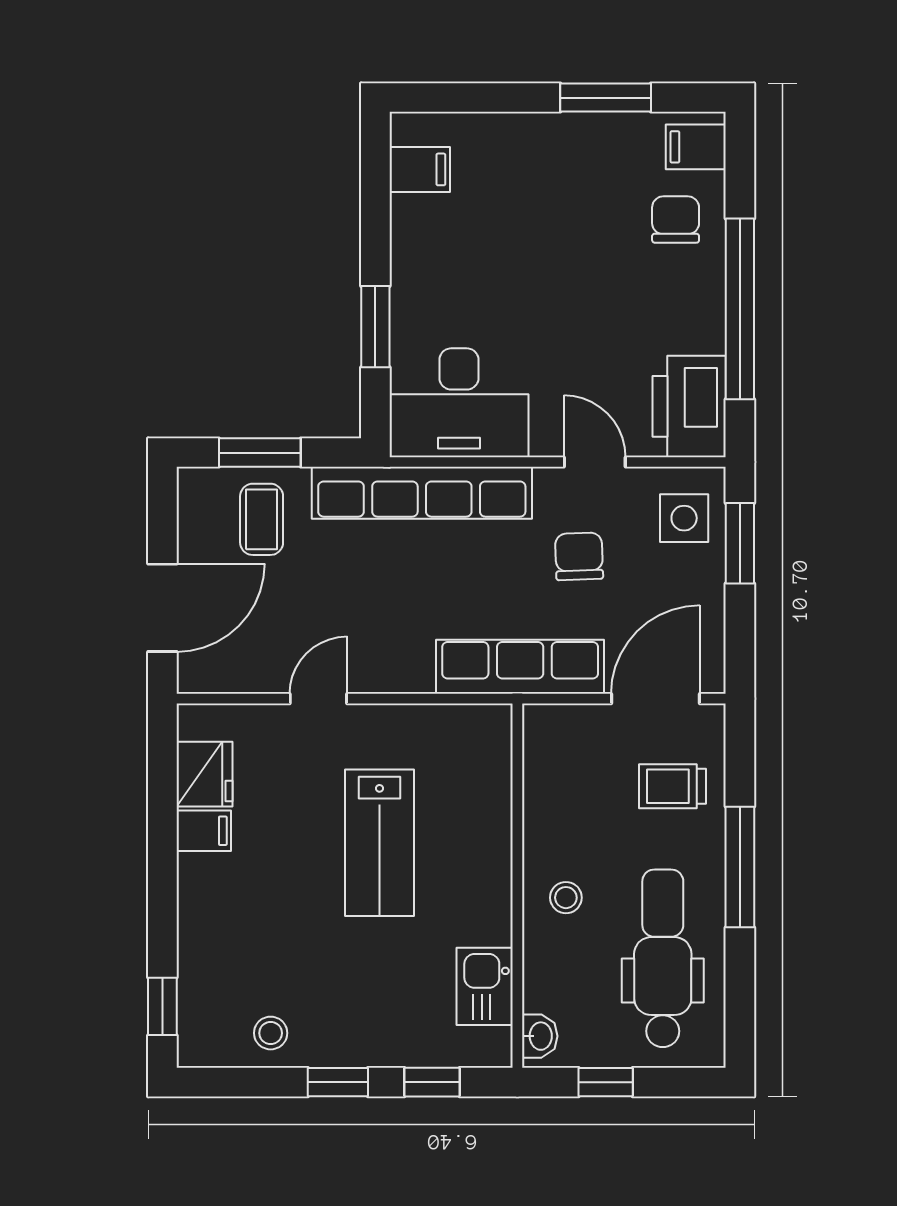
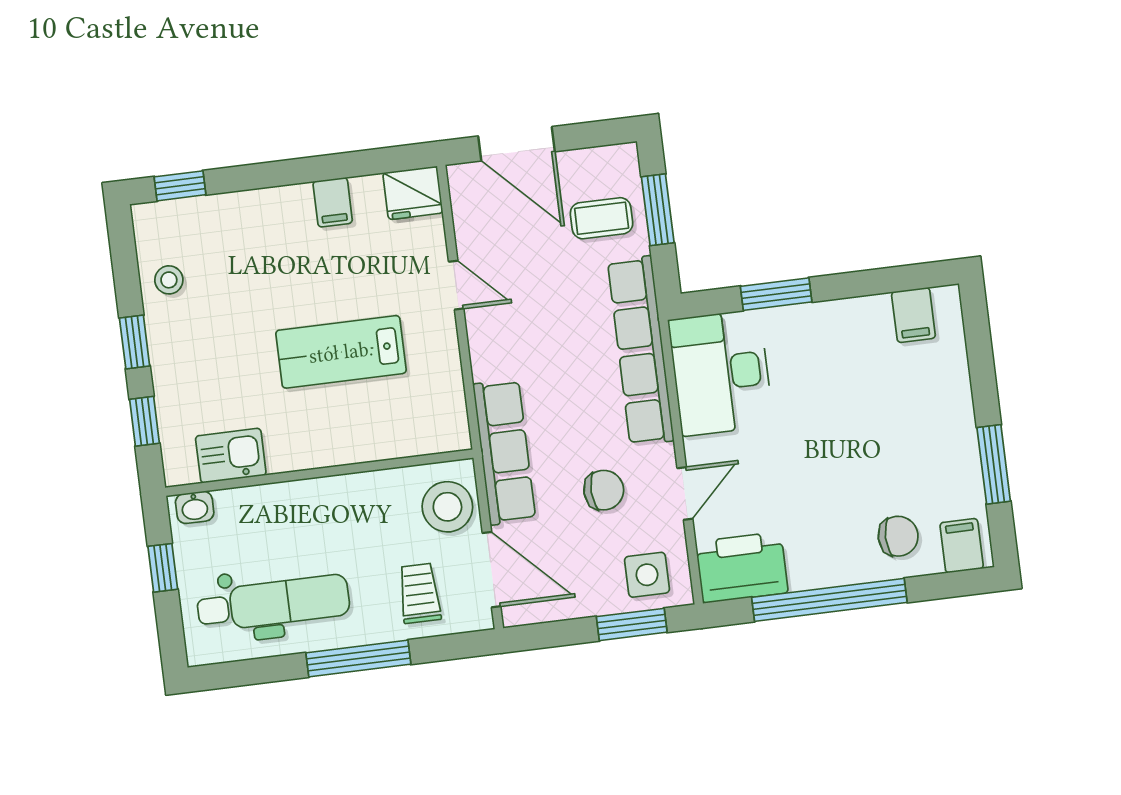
fridge: (204, 774) -> (413, 193), moved
stool: (566, 898) -> (447, 507), moved, width x1.89, depth x1.89

